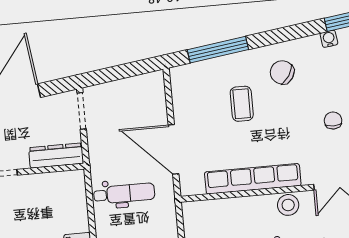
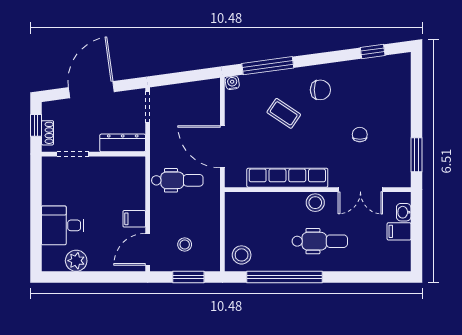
water cooler: (329, 39) -> (232, 83), moved
chair: (282, 72) -> (320, 90), turned 147
coffee table: (242, 104) -> (284, 113), turned -56

